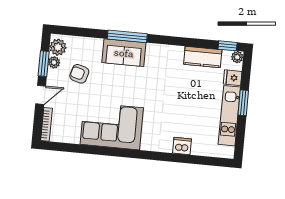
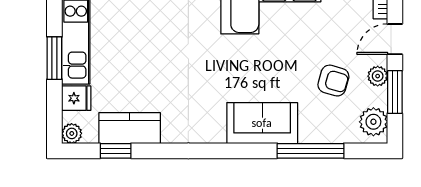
window: (127, 36) -> (310, 151), moved
window: (228, 46) -> (116, 151), moved
plant: (54, 62) -> (378, 76), moved

